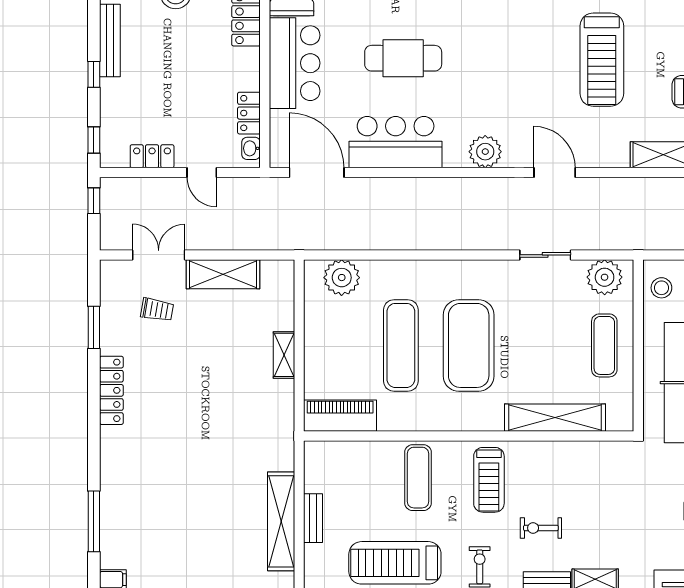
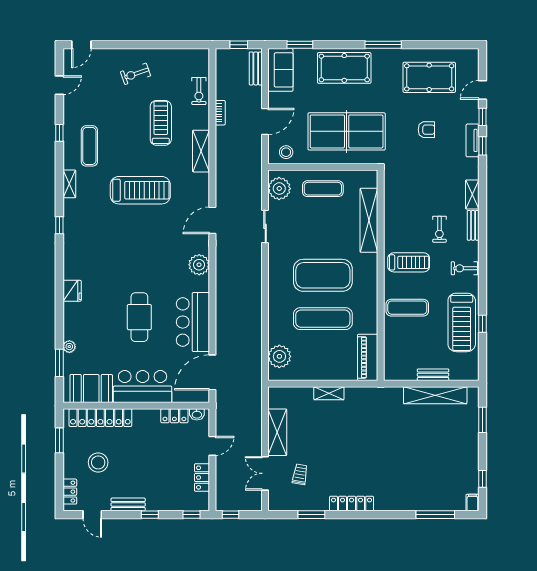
bench: (110, 41) -> (128, 504), width x0.73

